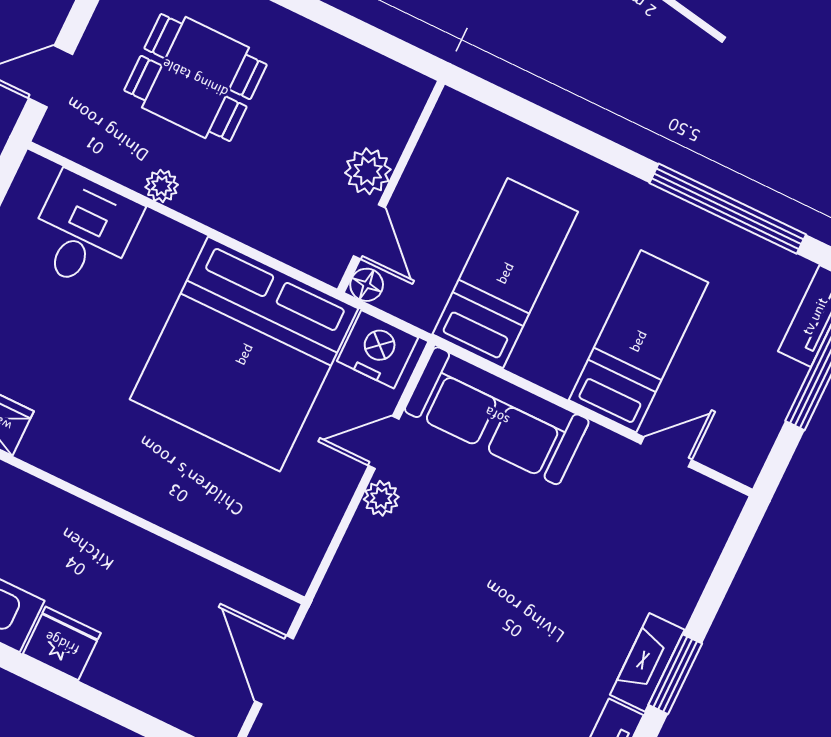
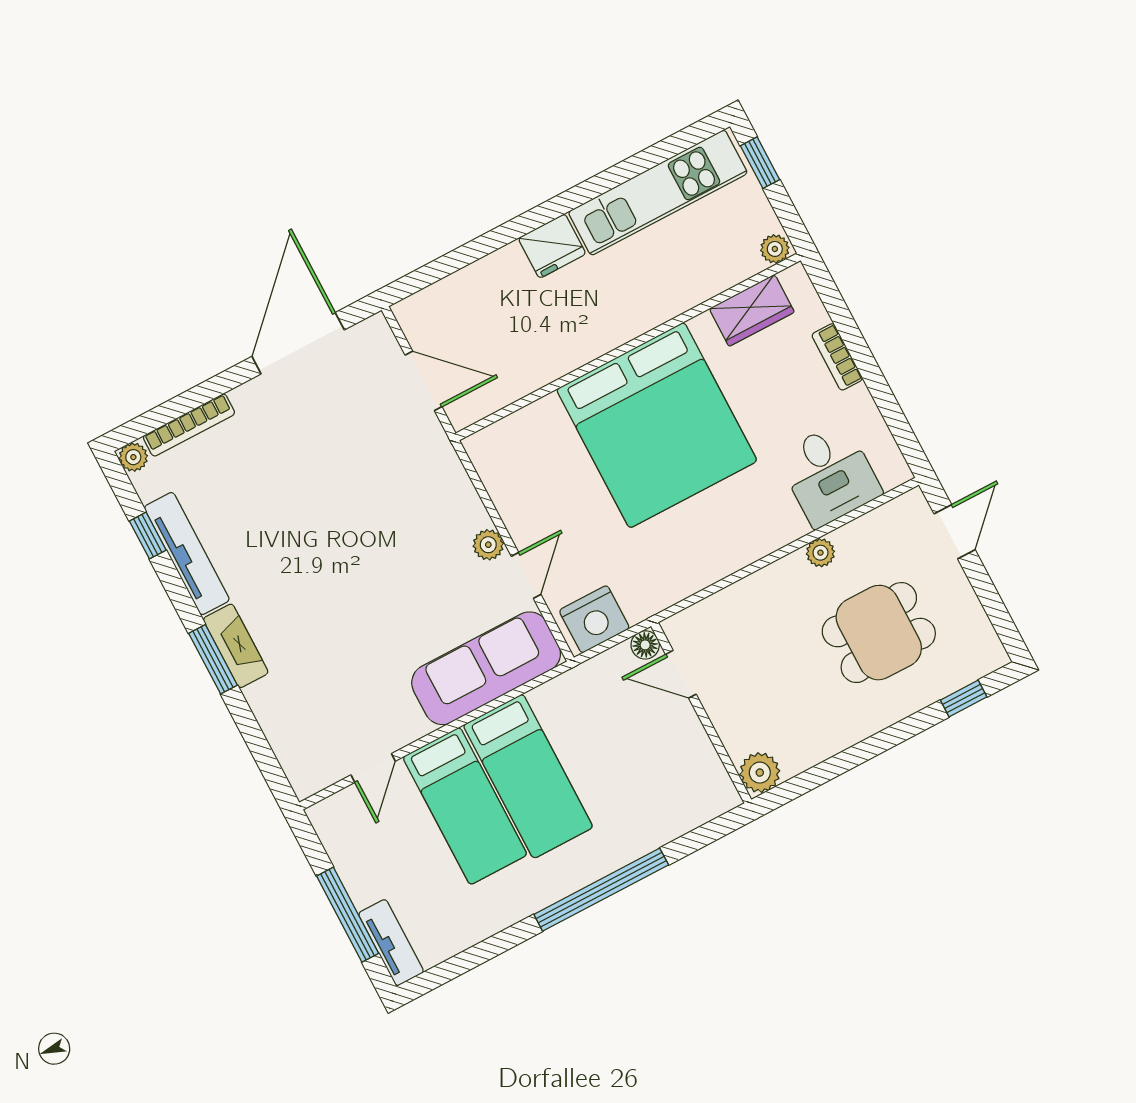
plant: (368, 171) -> (760, 773), moved
window: (728, 209) -> (601, 890), moved
bed: (505, 273) -> (528, 776), moved
bed: (244, 354) -> (657, 425), moved, turned 180

